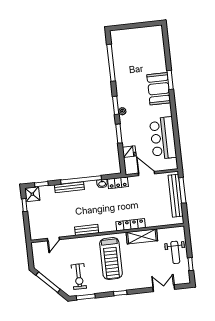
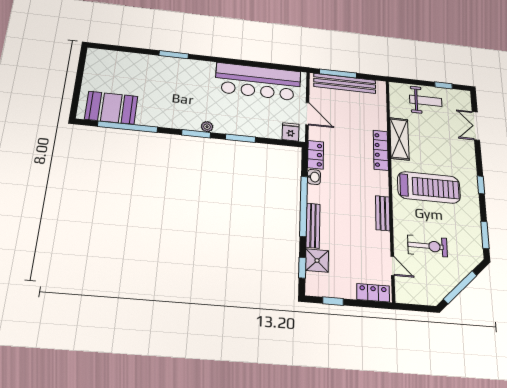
booth: (159, 89) -> (111, 108), moved
bar counter: (163, 138) -> (258, 82), width x1.36
fridge: (129, 152) -> (291, 132), moved
door: (147, 174) -> (307, 114), swing flipped
shower: (32, 194) -> (317, 260), moved
locker: (34, 229) -> (373, 293), added
exercise bike: (79, 277) -> (427, 246), moved

